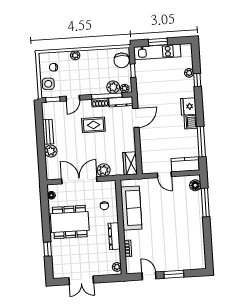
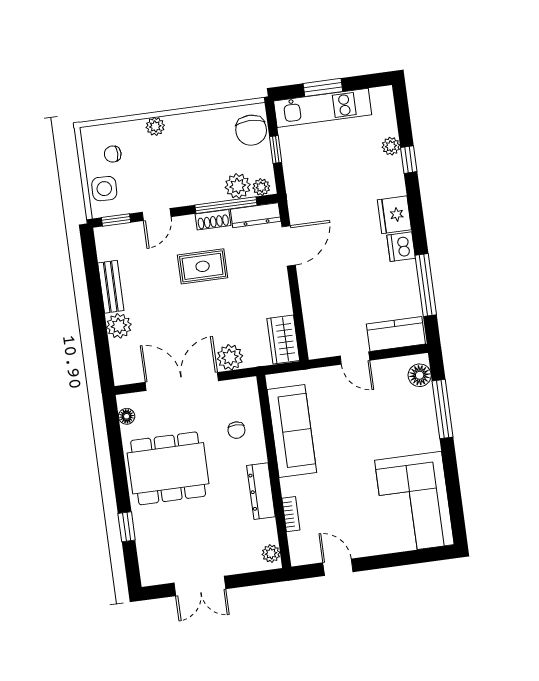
corner sofa: (188, 247) -> (414, 502), added
window: (174, 274) -> (388, 560), removed

